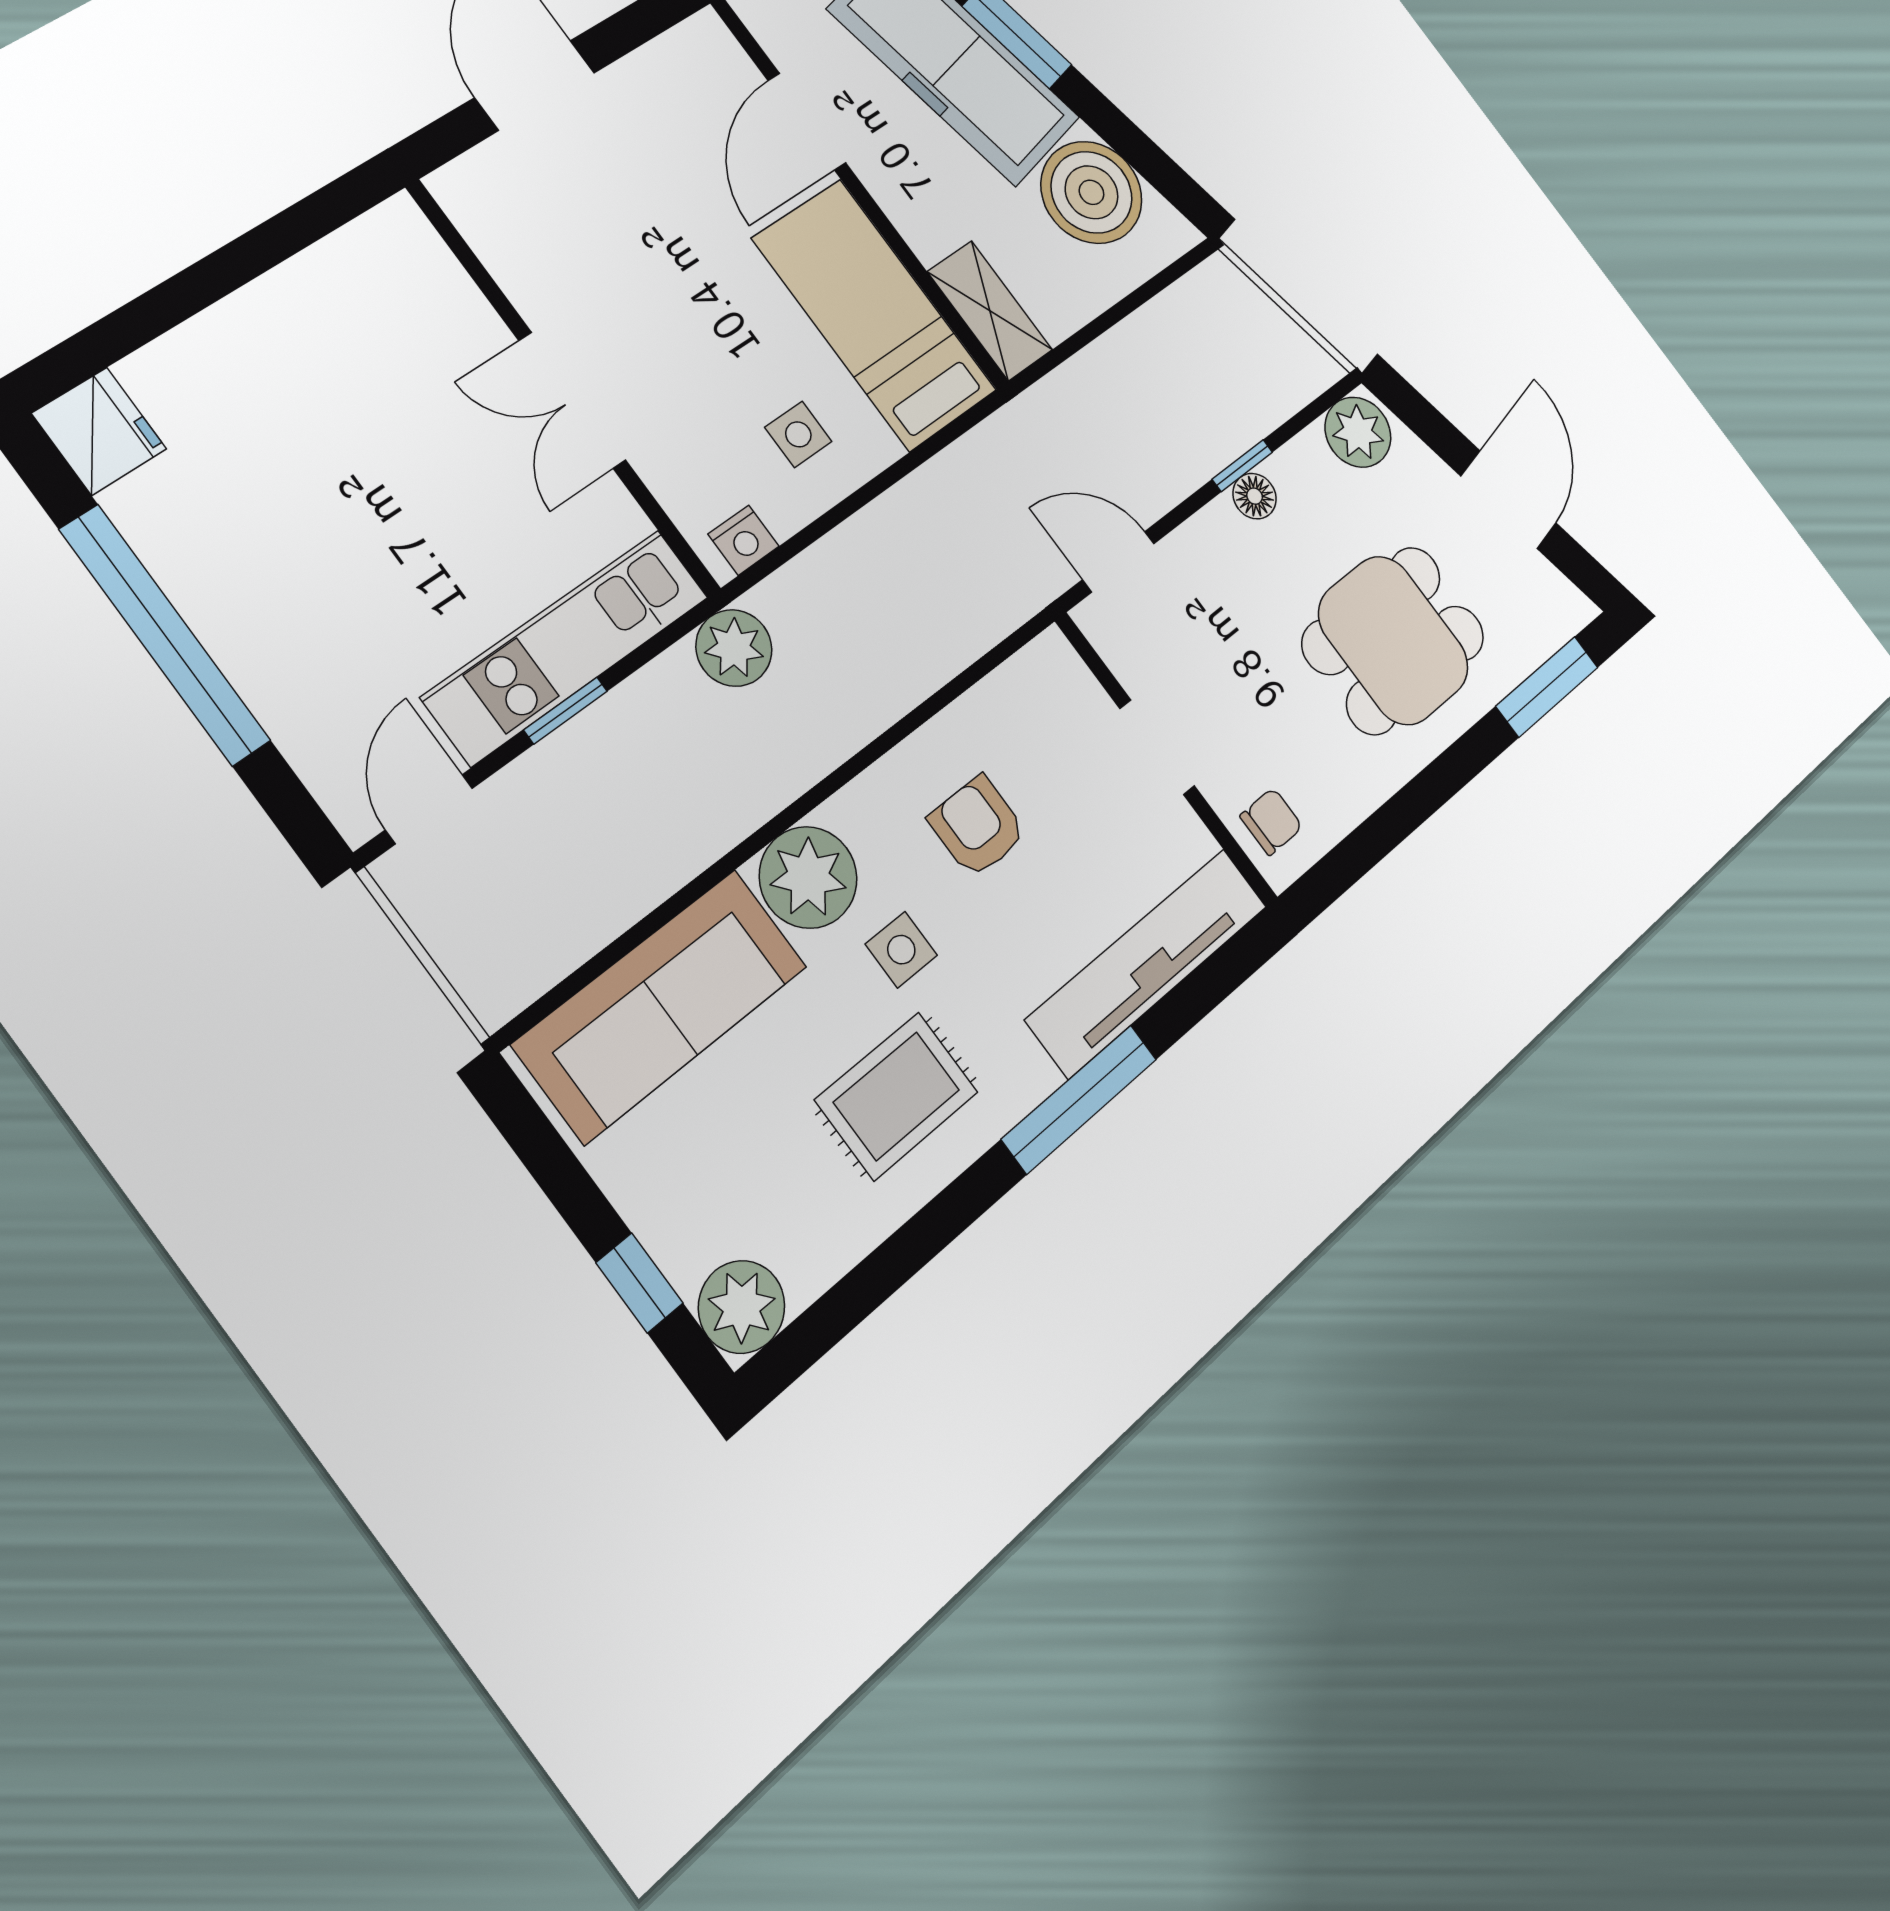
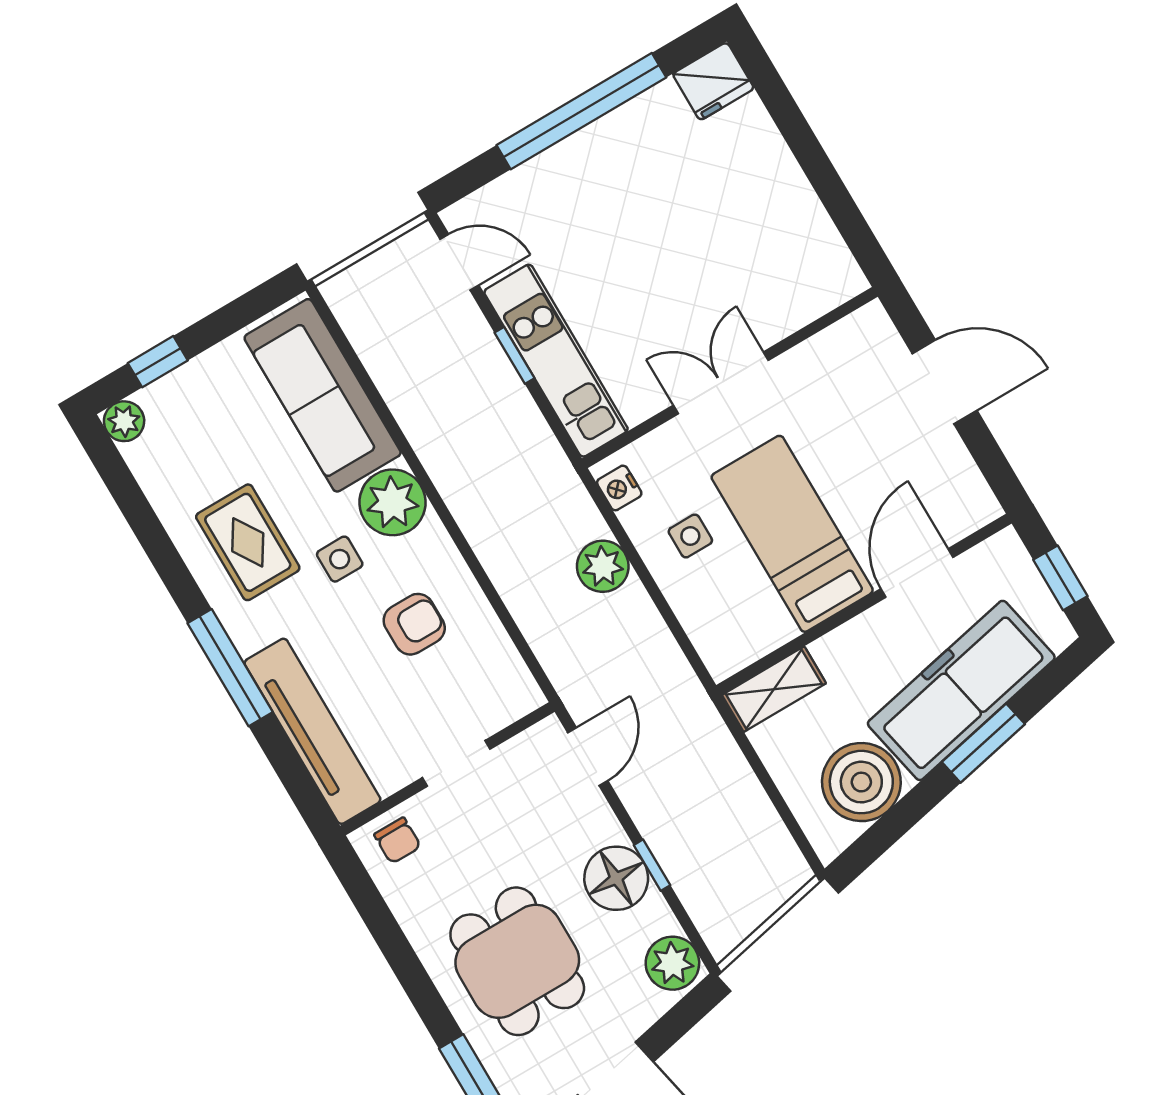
door: (807, 122) -> (917, 573), hinge flipped
bed: (874, 315) -> (792, 534), moved, turned -90
floor lamp: (1255, 496) -> (616, 878), width x1.89, depth x1.89
plant: (734, 648) -> (603, 566), moved
plant: (742, 1307) -> (124, 421), width x0.73, depth x0.73

